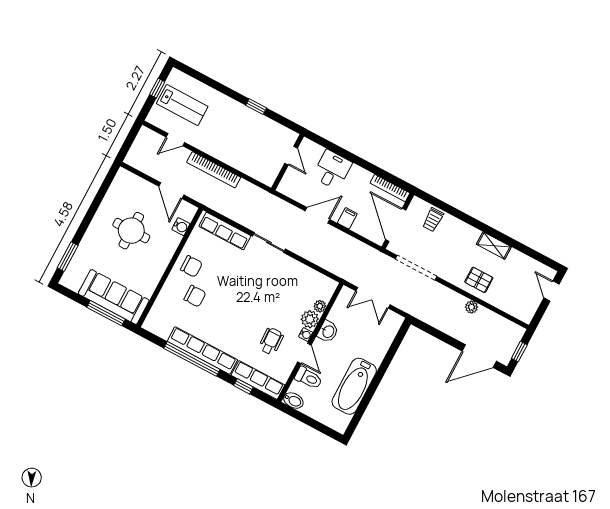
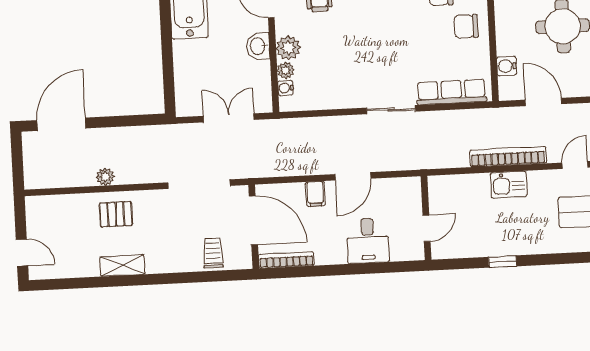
kitchen sink: (224, 152) -> (509, 185), added
door: (291, 156) -> (427, 228), swing flipped
water cooler: (306, 335) -> (285, 88), moved
window: (519, 352) -> (17, 158), removed

